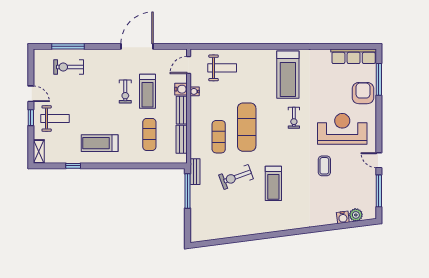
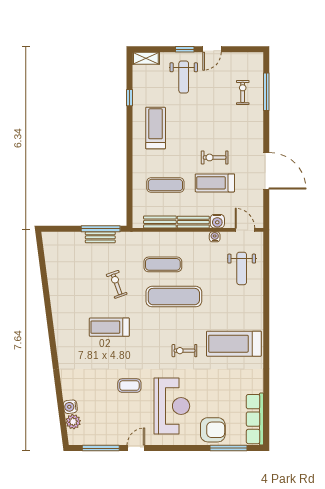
exercise bike: (69, 67) -> (243, 92), width x0.73, depth x0.72
bench: (195, 172) -> (100, 237), moved
exercise bike: (236, 177) -> (117, 284), width x0.73, depth x0.72

